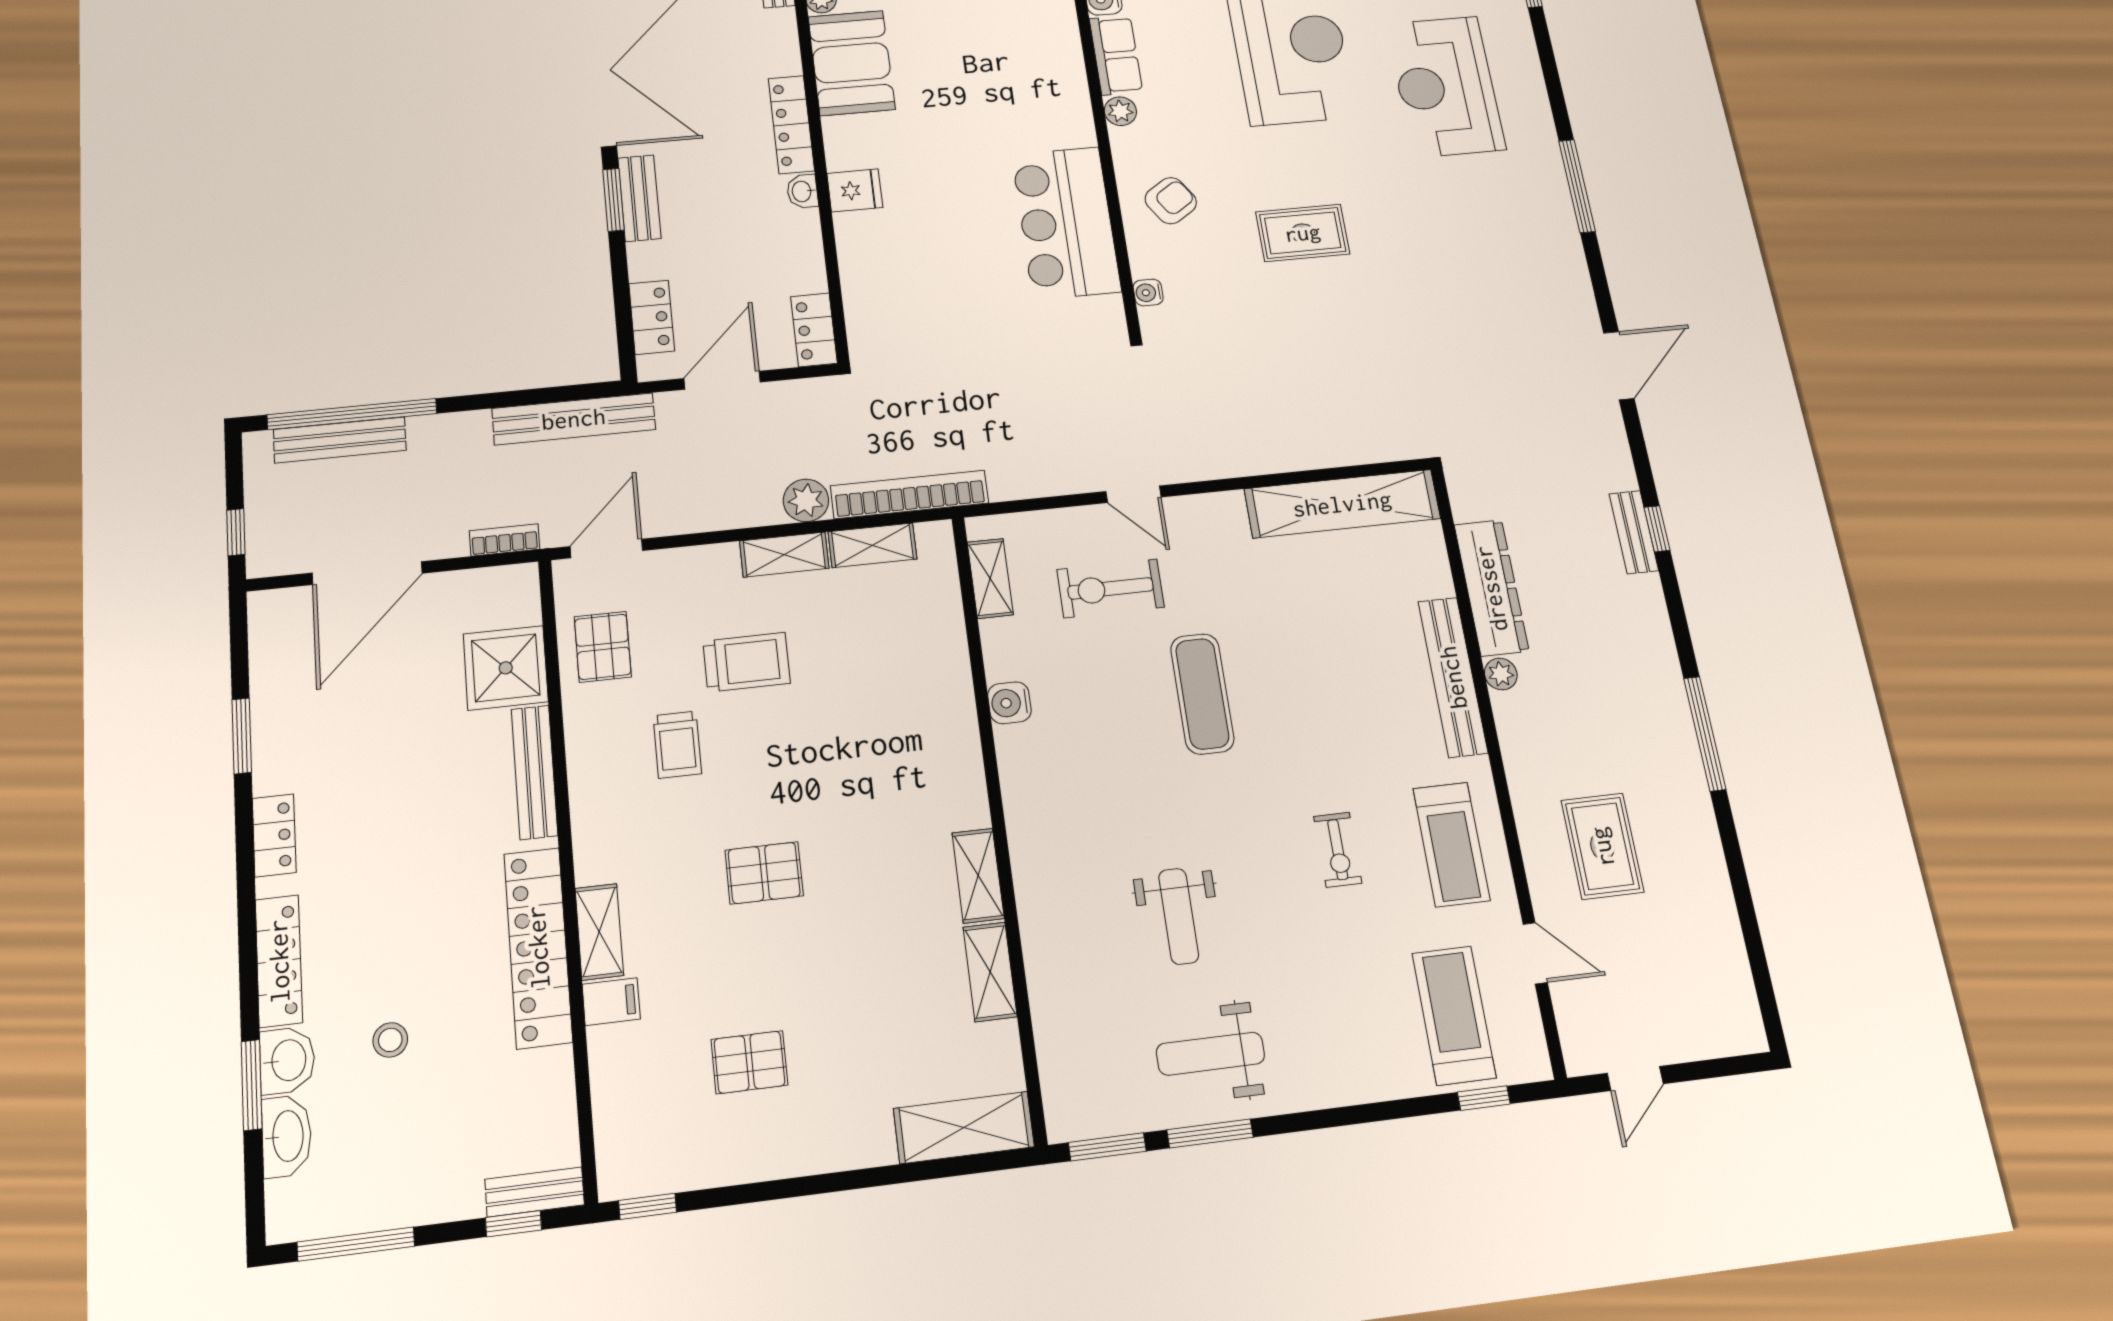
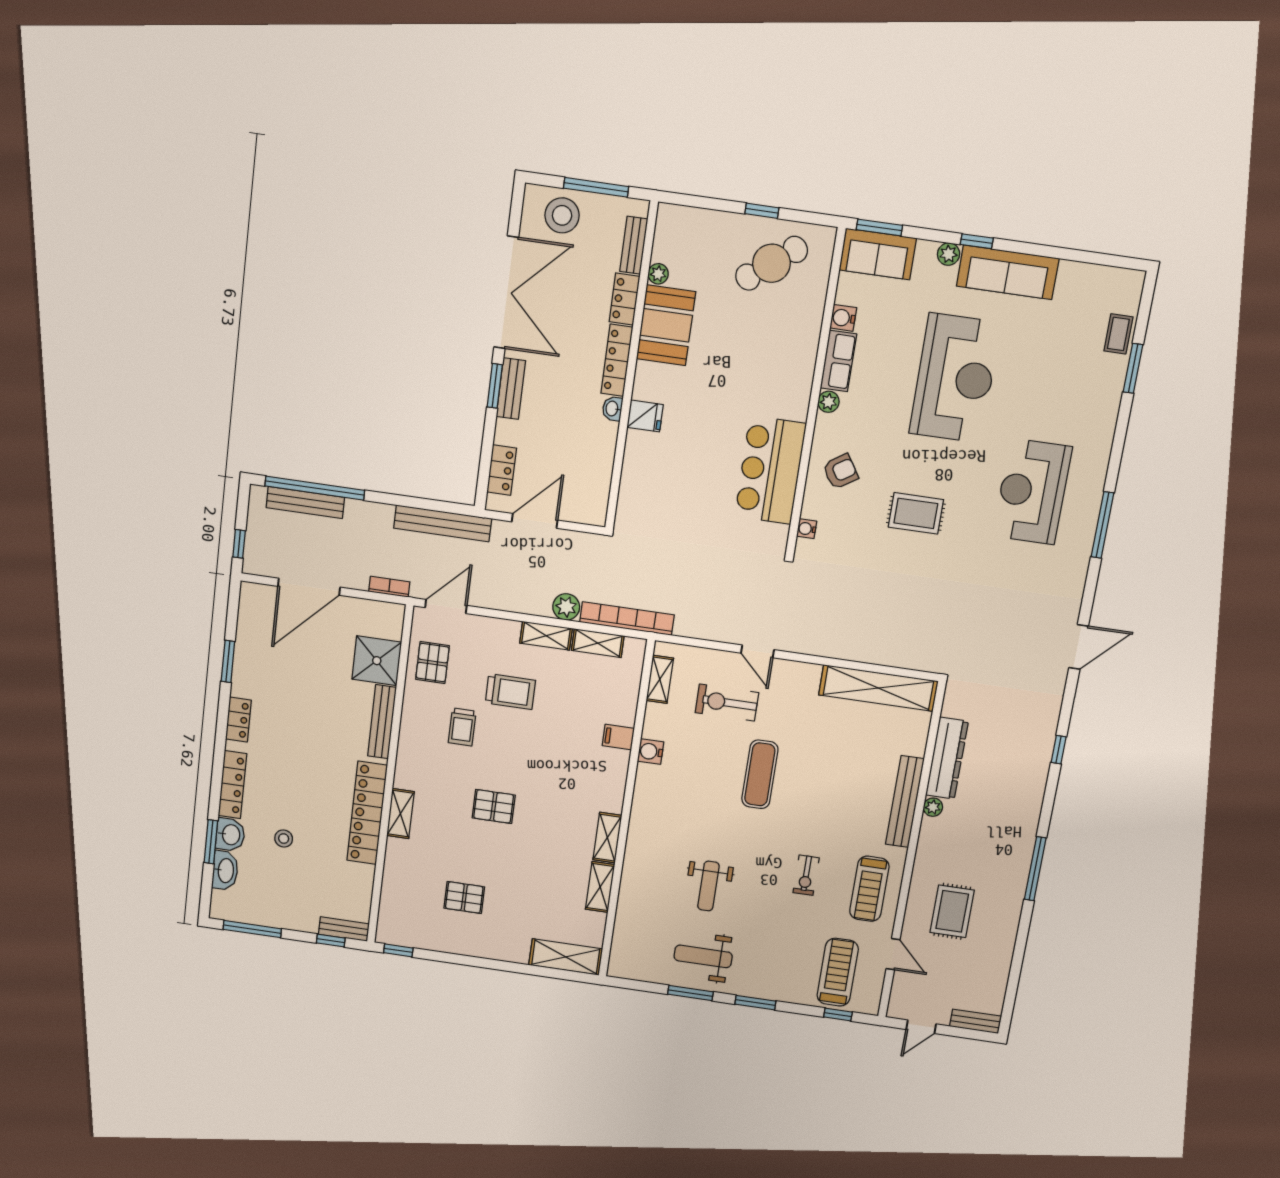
reception desk: (1445, 86) -> (1032, 492), moved
locker: (814, 330) -> (624, 299), moved
bench: (1634, 532) -> (975, 1021), moved, turned 90
filing cabinet: (611, 1002) -> (618, 737), moved, turned 180
window: (1107, 1147) -> (755, 1003), moved

